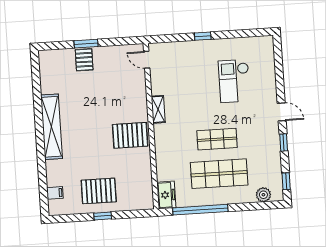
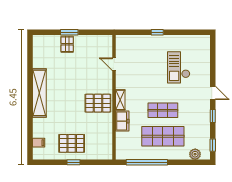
door: (147, 60) -> (114, 64), moved
shelving: (158, 109) -> (120, 100), moved
freezer: (166, 195) -> (122, 121), moved

